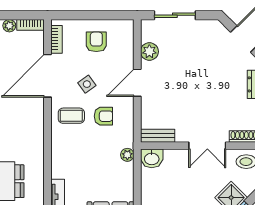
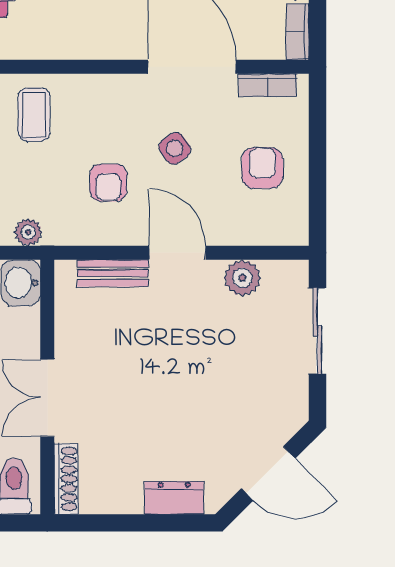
armchair: (96, 42) -> (262, 168), turned -90
coffee table: (71, 116) -> (34, 115), moved
bench: (158, 136) -> (113, 273), moved, turned 90

